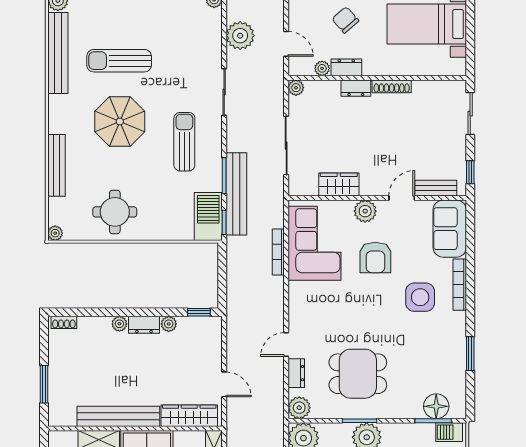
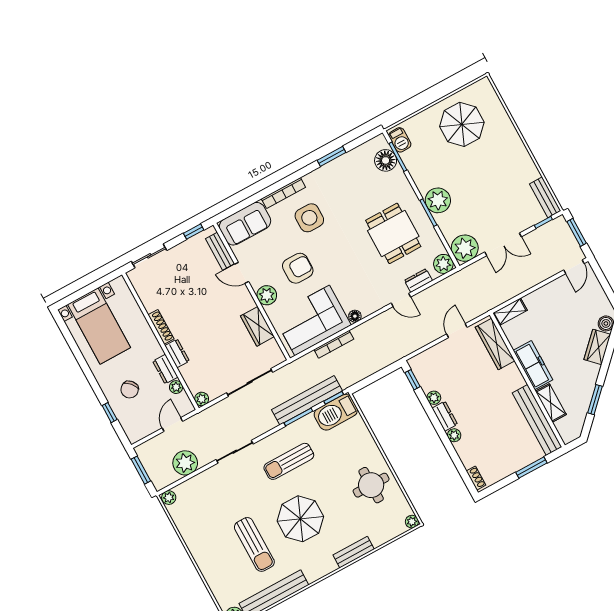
bench: (56, 165) -> (354, 552), width x0.73
floor lamp: (295, 289) -> (355, 316), added
bench: (118, 416) -> (537, 420), moved

